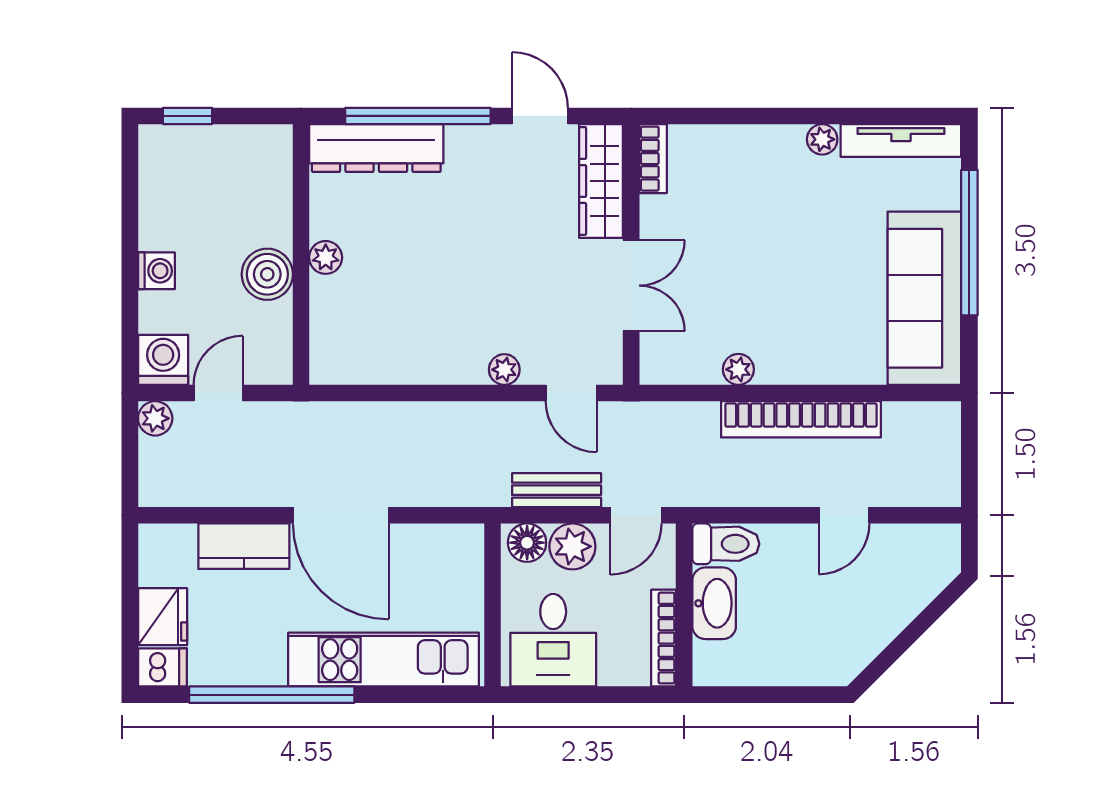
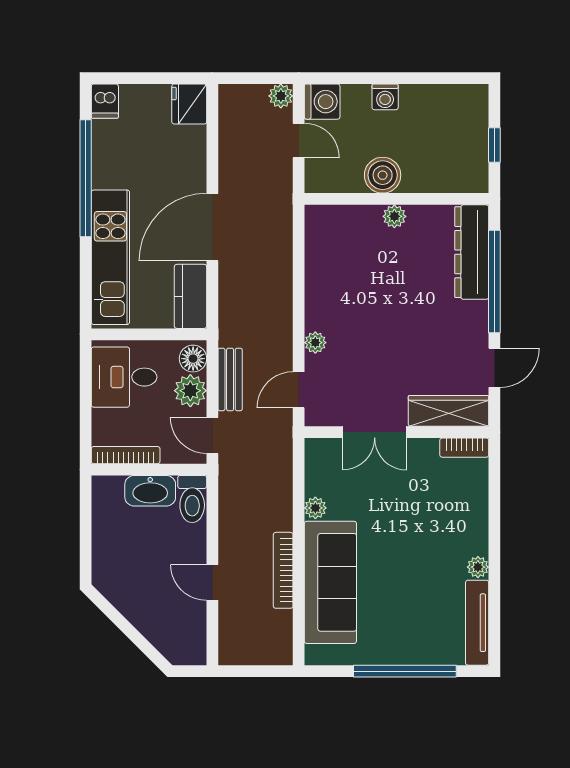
window: (187, 116) -> (494, 145), moved
sofa: (924, 298) -> (330, 582), moved, turned 90
bookcase: (801, 419) -> (283, 570), width x0.68, depth x0.76
kitchen counter: (244, 546) -> (191, 296), moved
fridge: (163, 617) -> (189, 104), moved, turned 90

